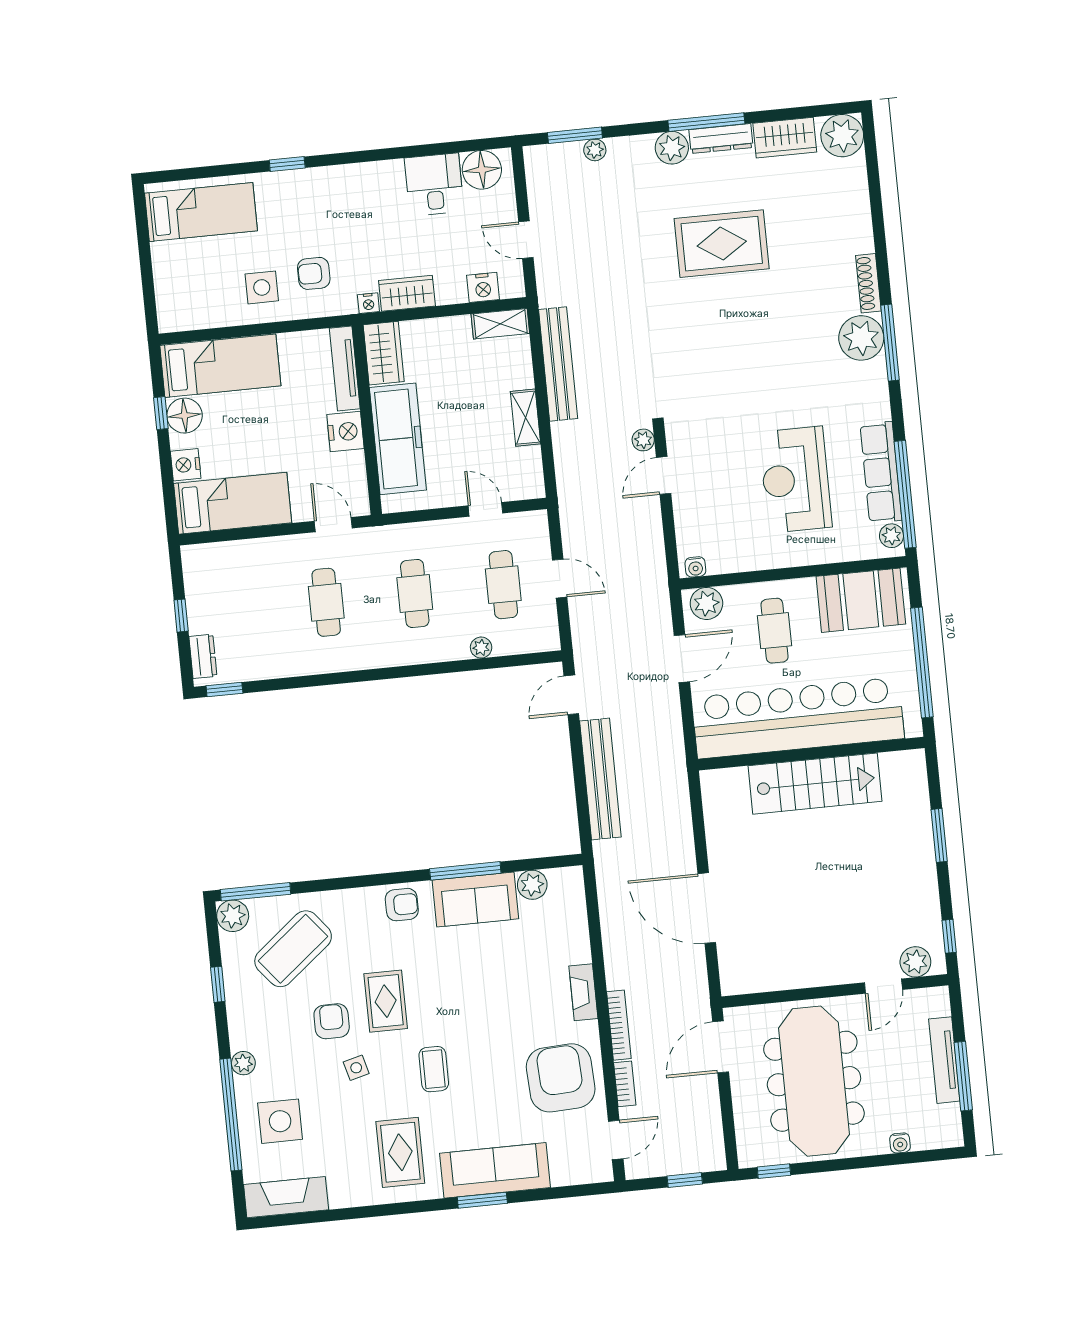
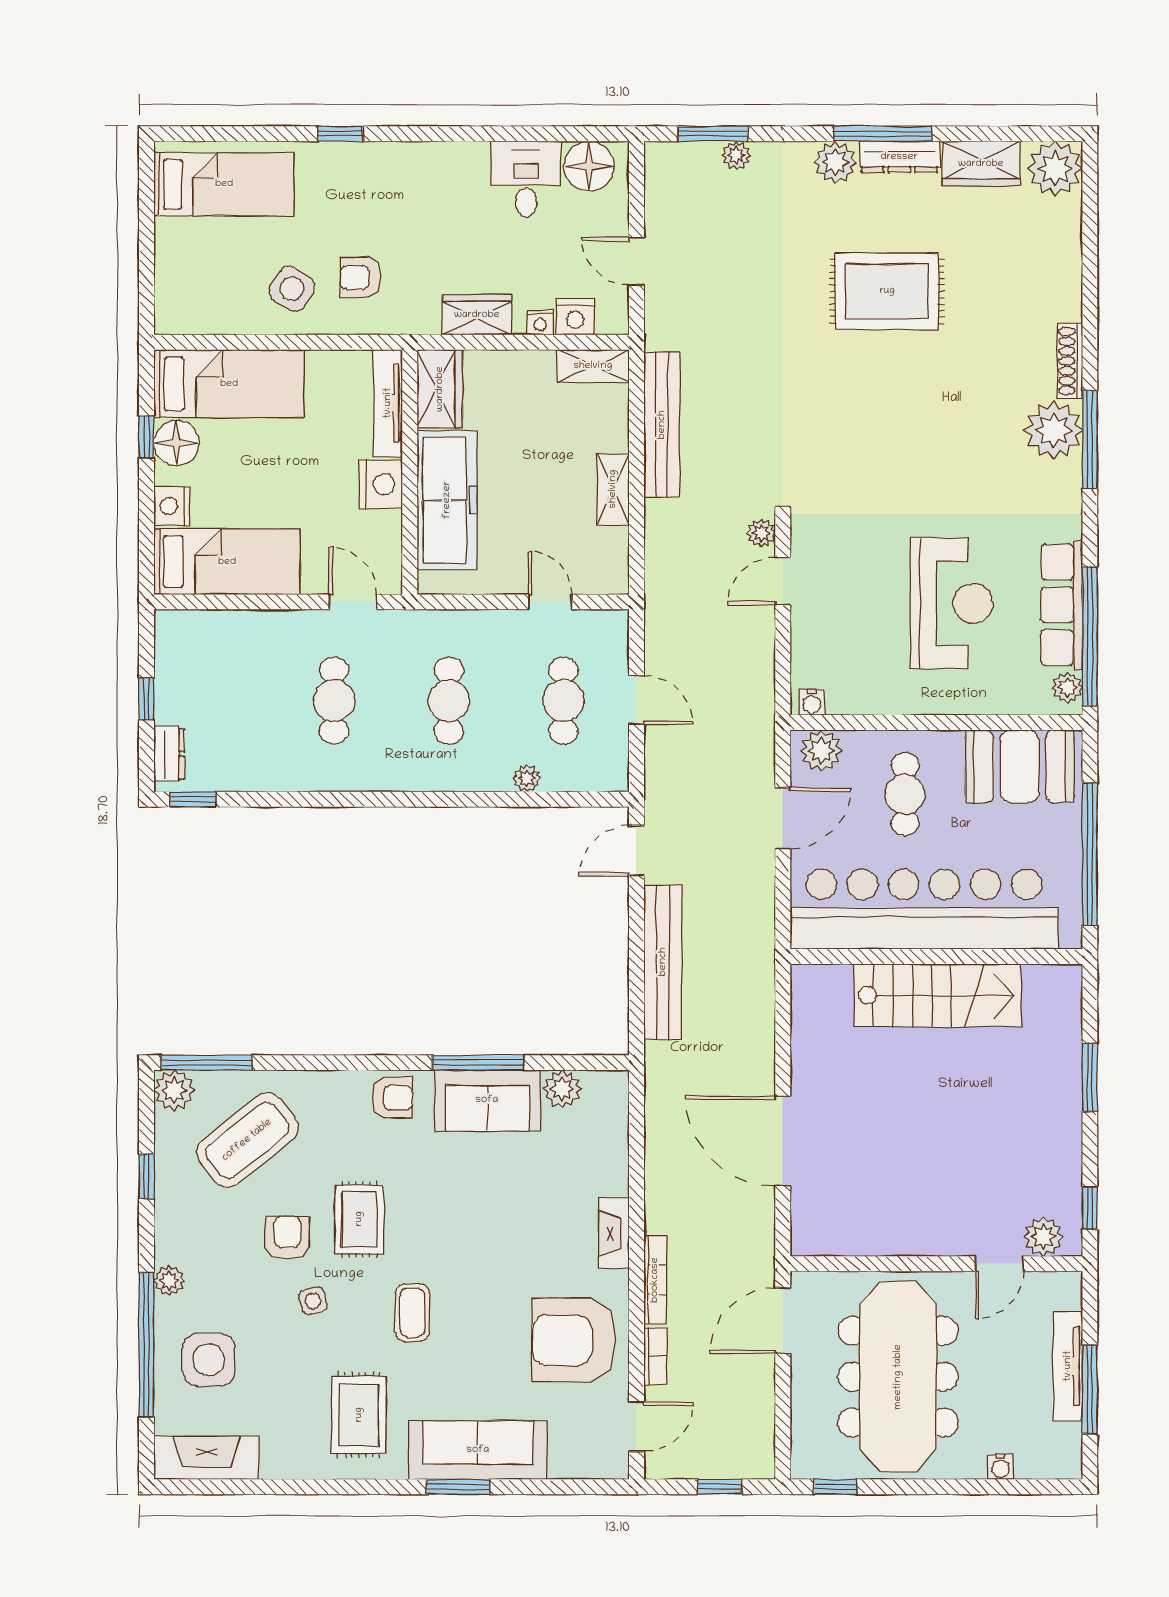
side table: (262, 287) -> (292, 289), turned 32
nightstand: (368, 303) -> (540, 323), moved
reception desk: (795, 480) -> (951, 603), turned 180
armchair: (561, 1078) -> (574, 1340), turned -87

